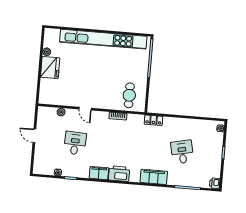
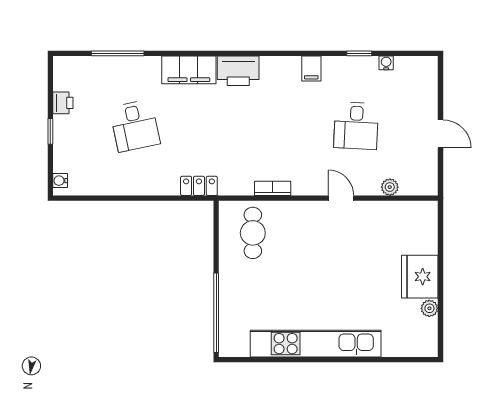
kitchen unit: (103, 39) -> (316, 344), width x0.73
filing cabinet: (99, 173) -> (311, 68), width x0.50
printer: (119, 174) -> (238, 71), moved
printer: (215, 183) -> (63, 103), moved

